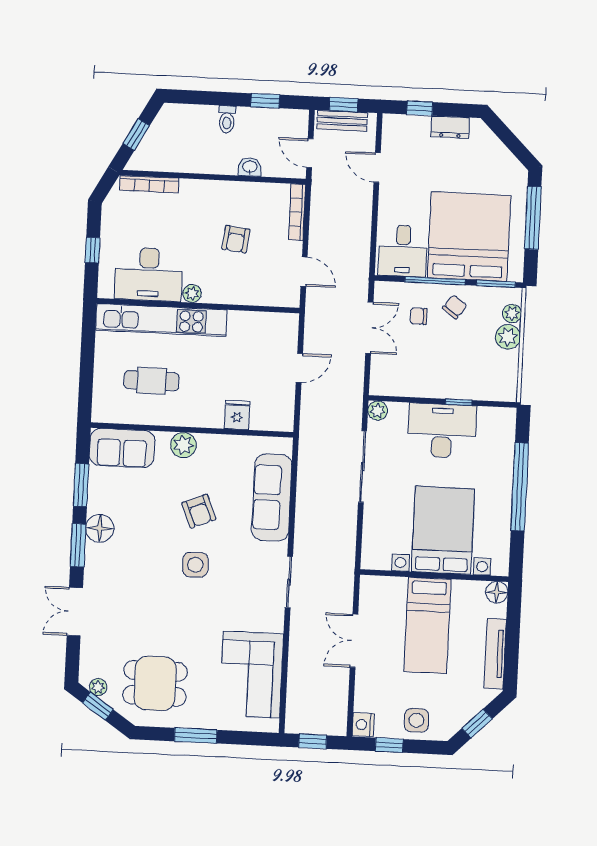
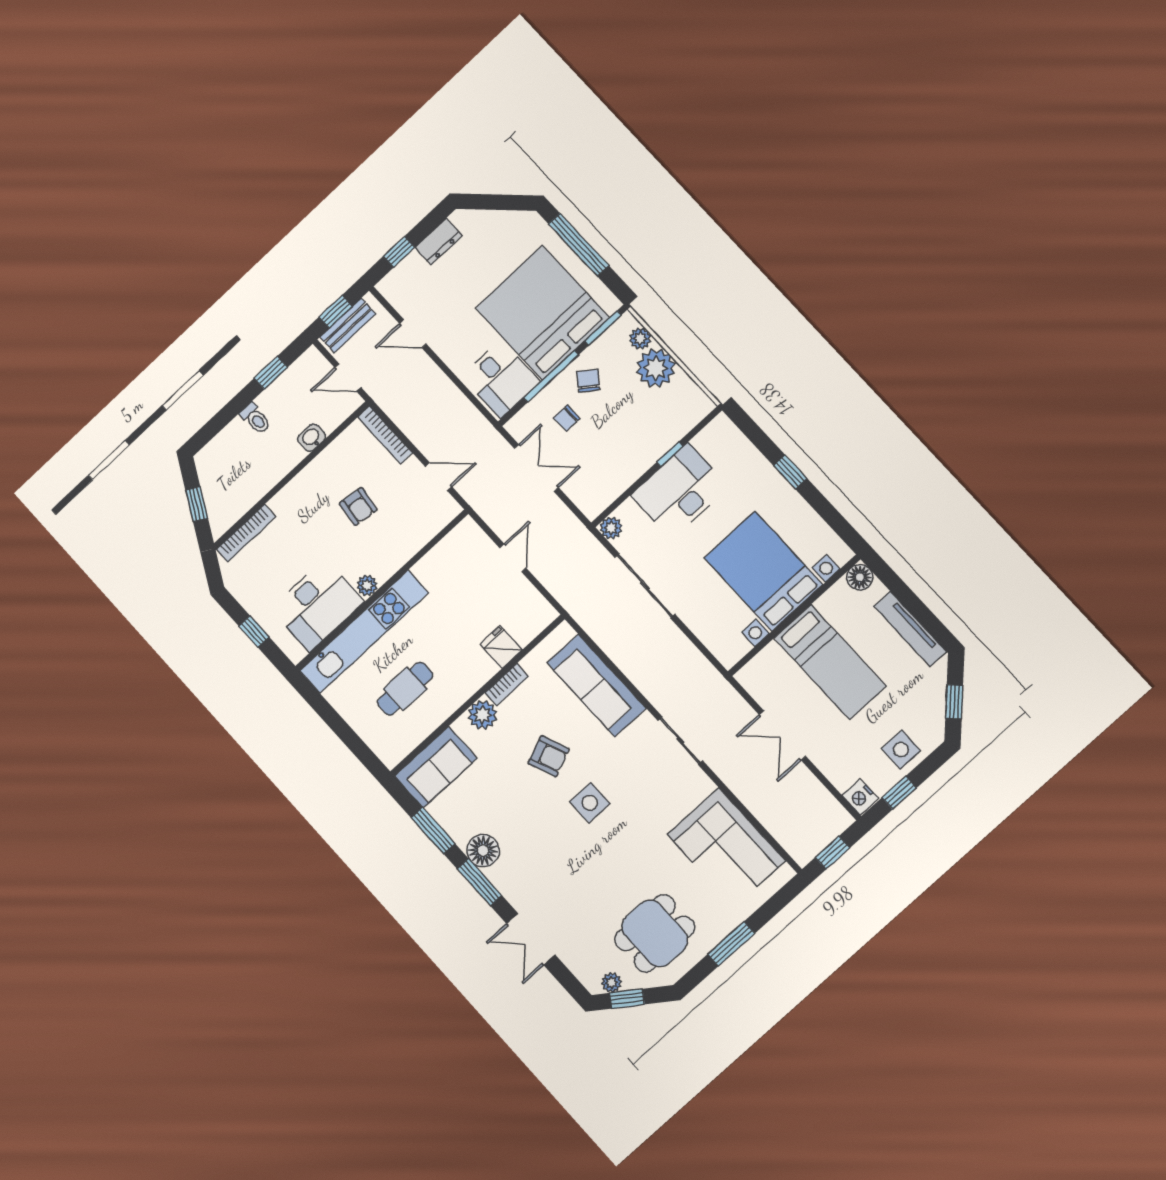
plant: (508, 337) -> (656, 368), width x1.36, depth x1.36
bookcase: (217, 441) -> (507, 685), added
window: (520, 487) -> (790, 472), width x0.32

